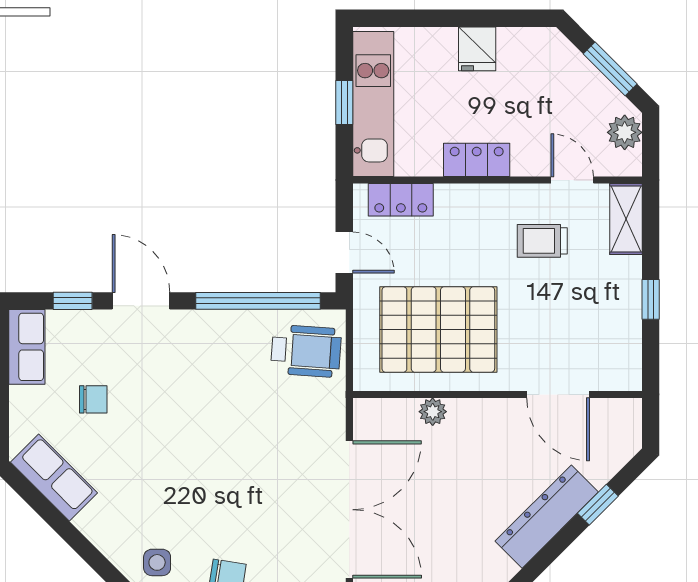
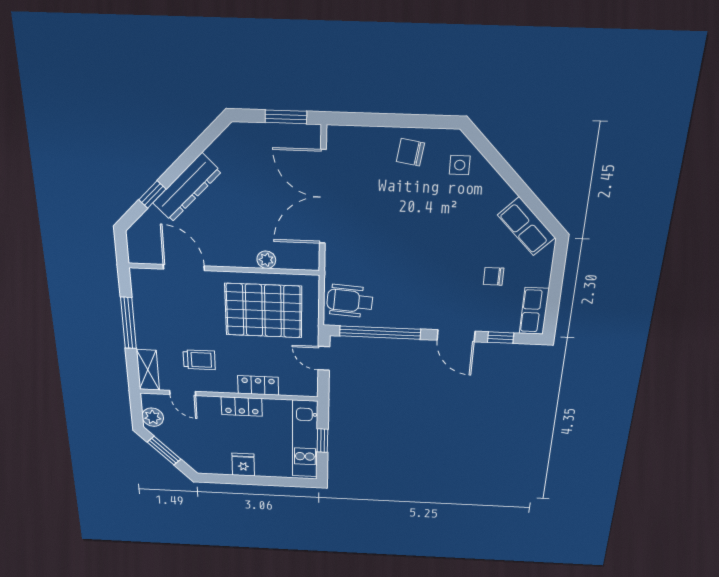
locker: (401, 200) -> (258, 385), moved
window: (651, 299) -> (128, 323), width x2.17

